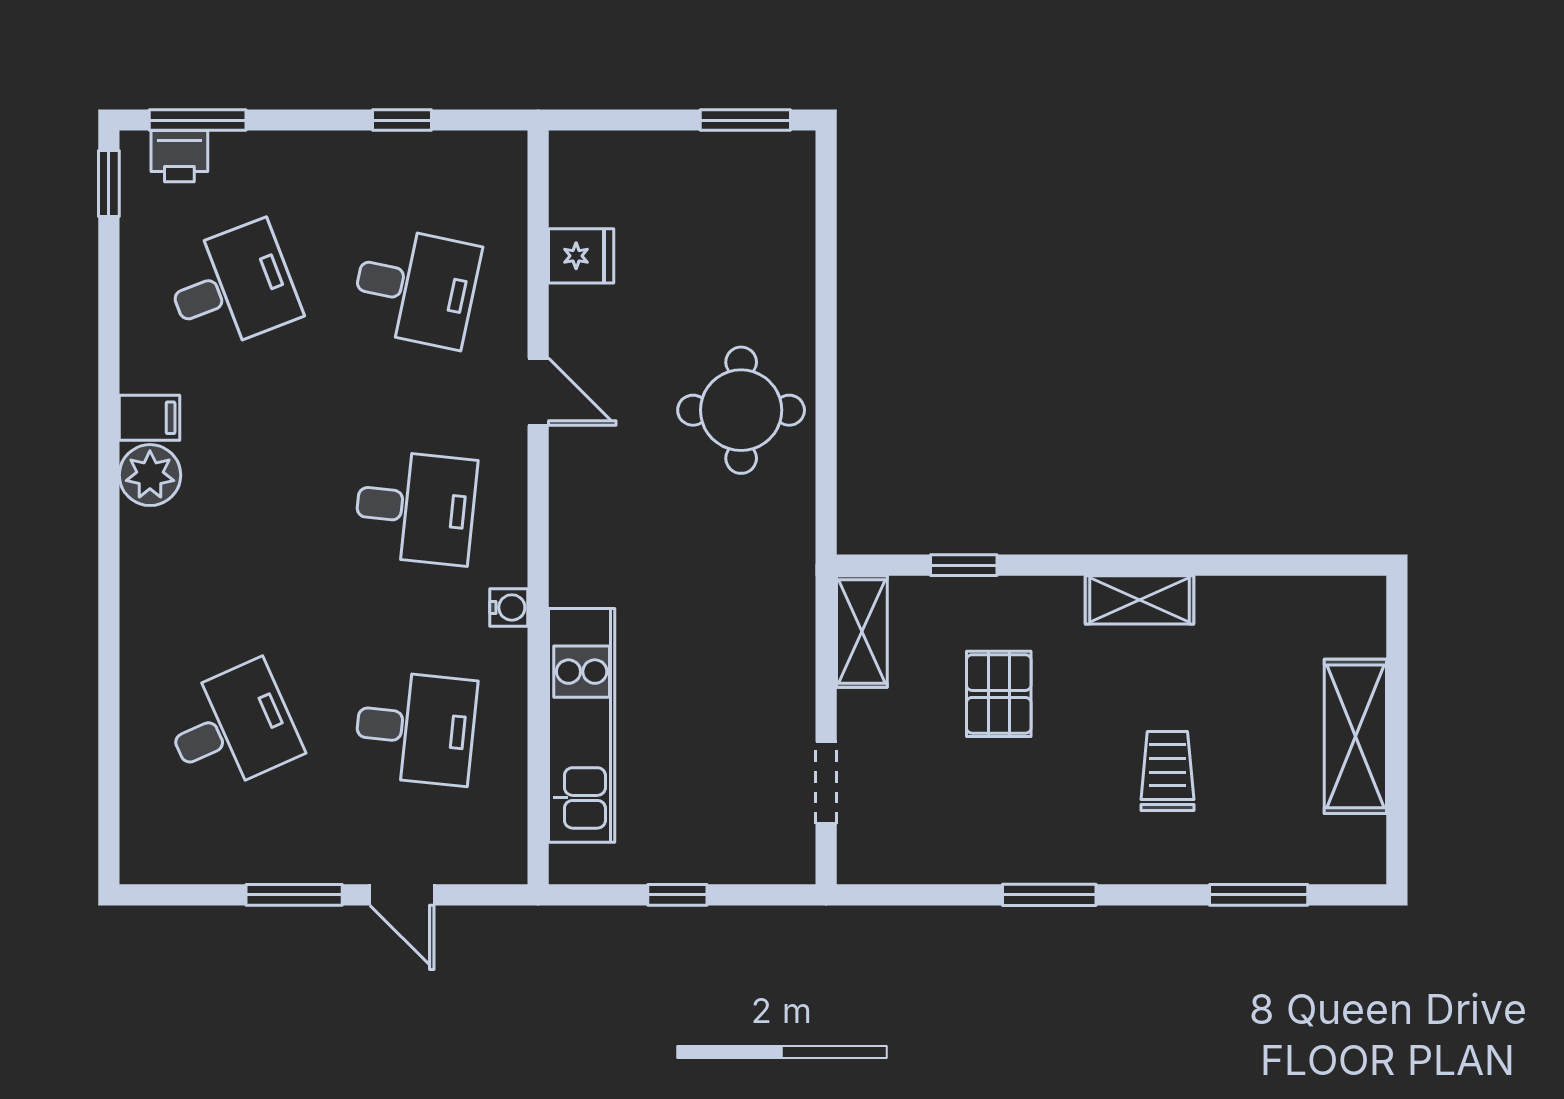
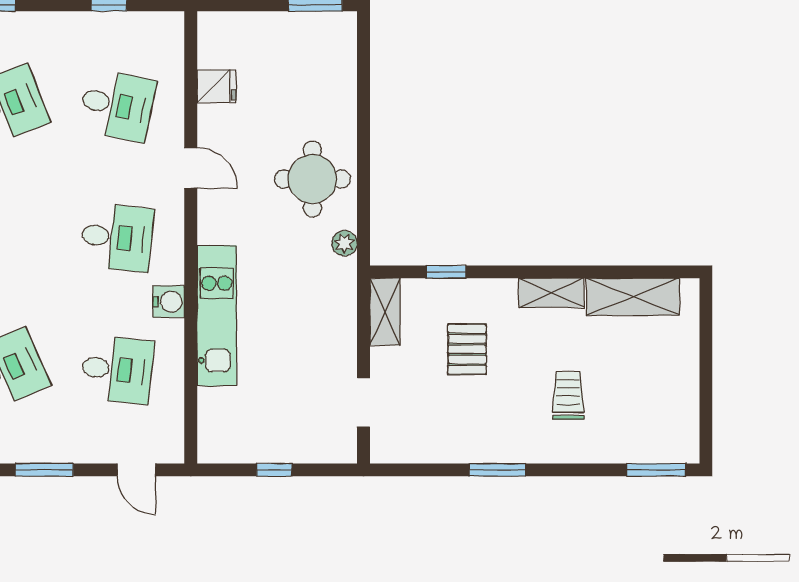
plant: (795, 517) -> (345, 243), added
water cooler: (509, 607) -> (169, 302), width x1.38, depth x1.38
kitchen unit: (582, 725) -> (217, 316), moved
shelving: (1355, 736) -> (633, 297), moved, turned 90
door: (402, 895) -> (136, 470), moved
window: (1259, 895) -> (656, 470), moved

